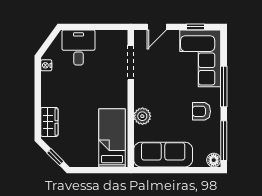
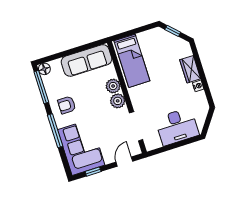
desk: (78, 48) -> (177, 127), width x1.37
nightstand: (46, 65) -> (198, 86), moved
plant: (142, 98) -> (118, 101), added
armchair: (201, 111) -> (67, 105), turned 180
wardrobe: (49, 122) -> (190, 69), moved

